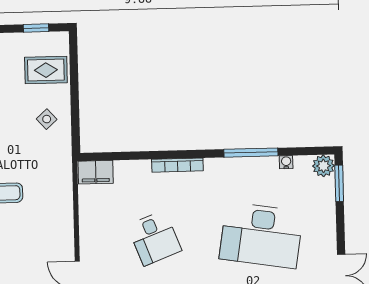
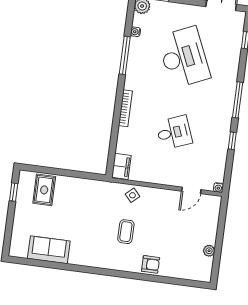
side table: (47, 119) -> (132, 195), moved
desk: (261, 235) -> (184, 57), turned -33

